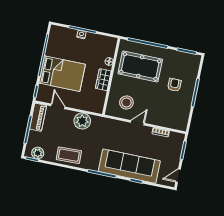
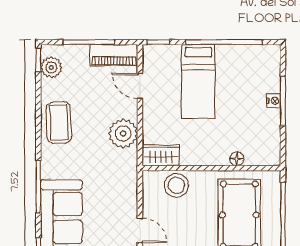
bed: (62, 74) -> (198, 81), width x0.67
wardrobe: (103, 80) -> (161, 155), moved
stool: (126, 102) -> (176, 185), moved
door: (58, 106) -> (140, 86), swing flipped

